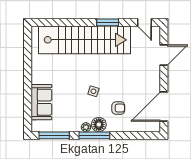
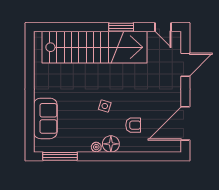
window: (94, 135) -> (106, 156), removed

